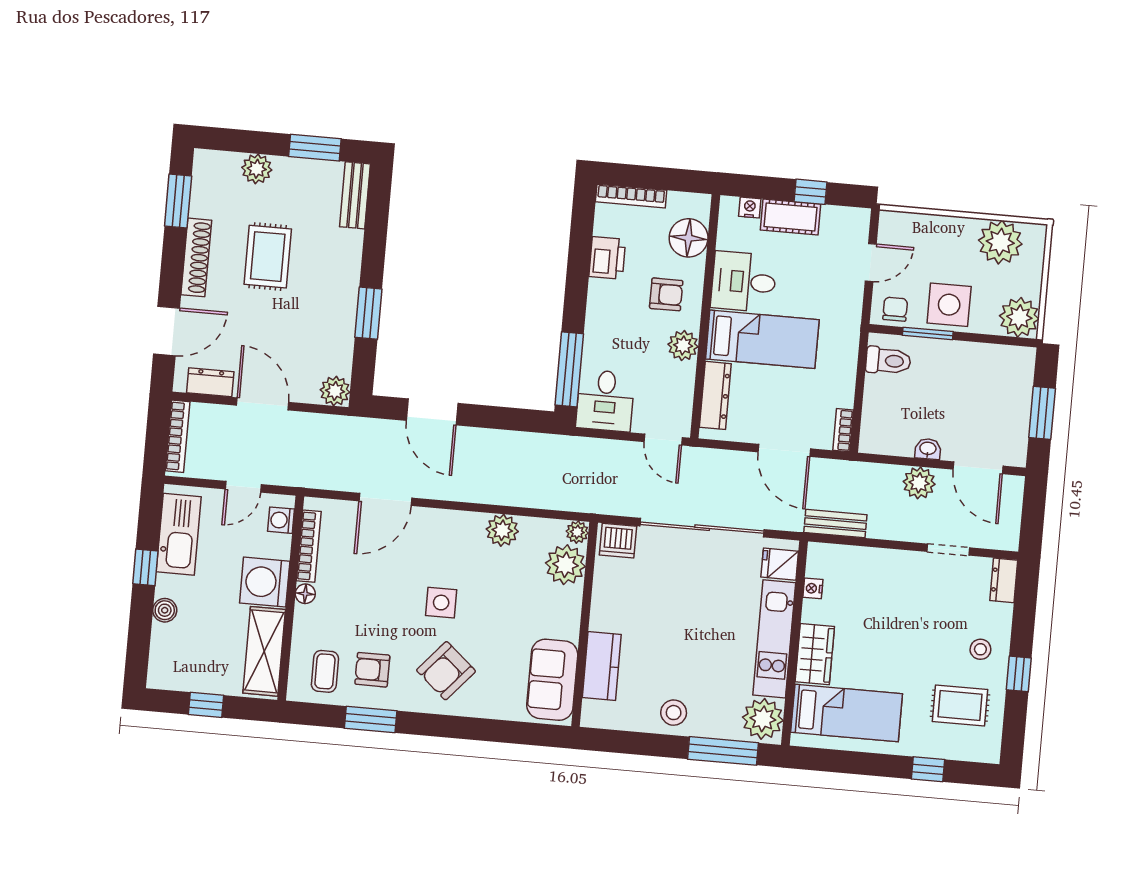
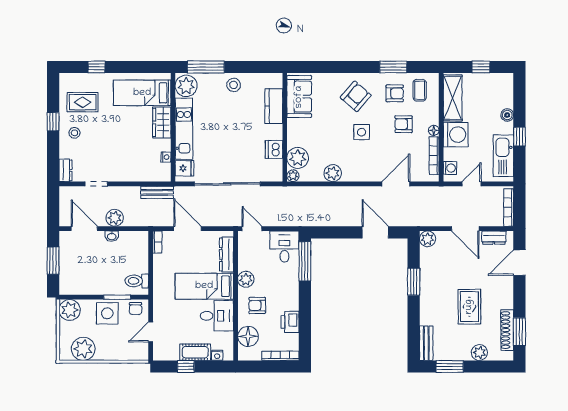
shoe rack: (196, 257) -> (507, 330), moved
dishwasher: (618, 541) -> (274, 149), moved, turned -90
armchair: (361, 610) -> (404, 124), added

